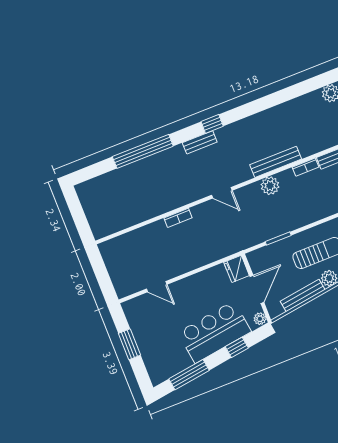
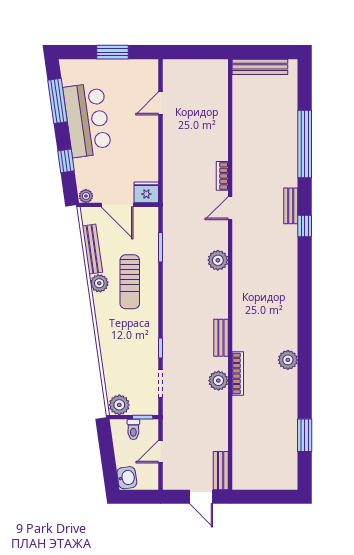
bench: (276, 162) -> (260, 67), moved, turned 90
bookcase: (305, 167) -> (223, 304), removed
bookcase: (178, 218) -> (222, 176), moved
bar counter: (214, 332) -> (87, 120), moved

